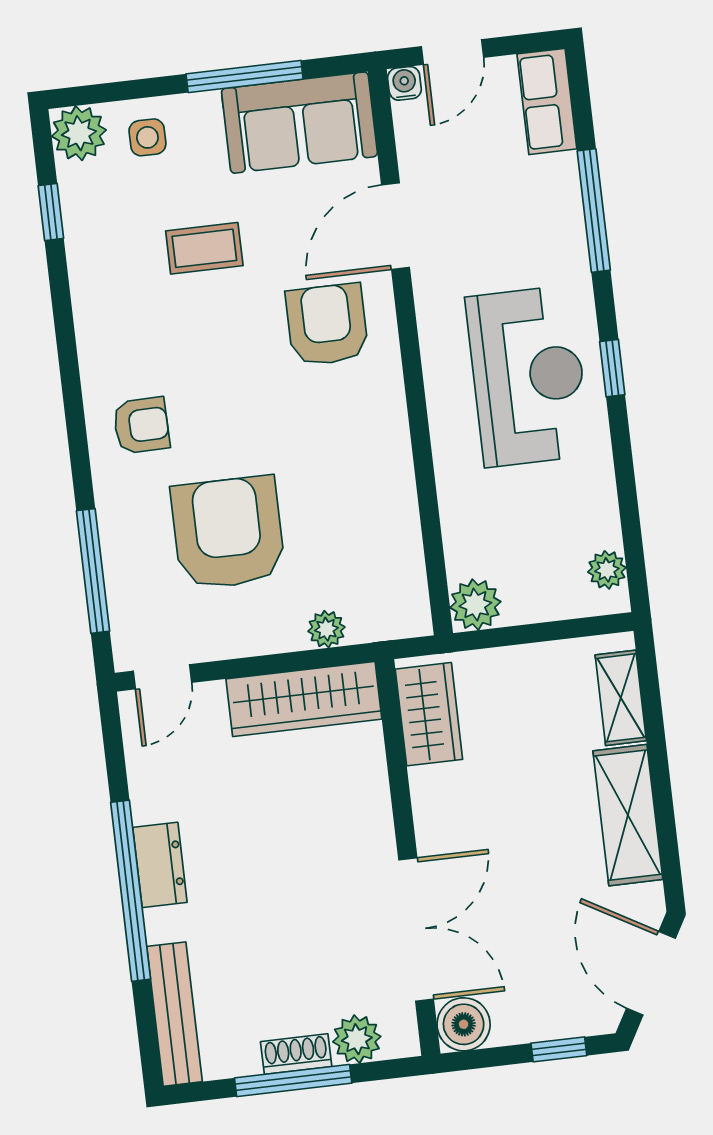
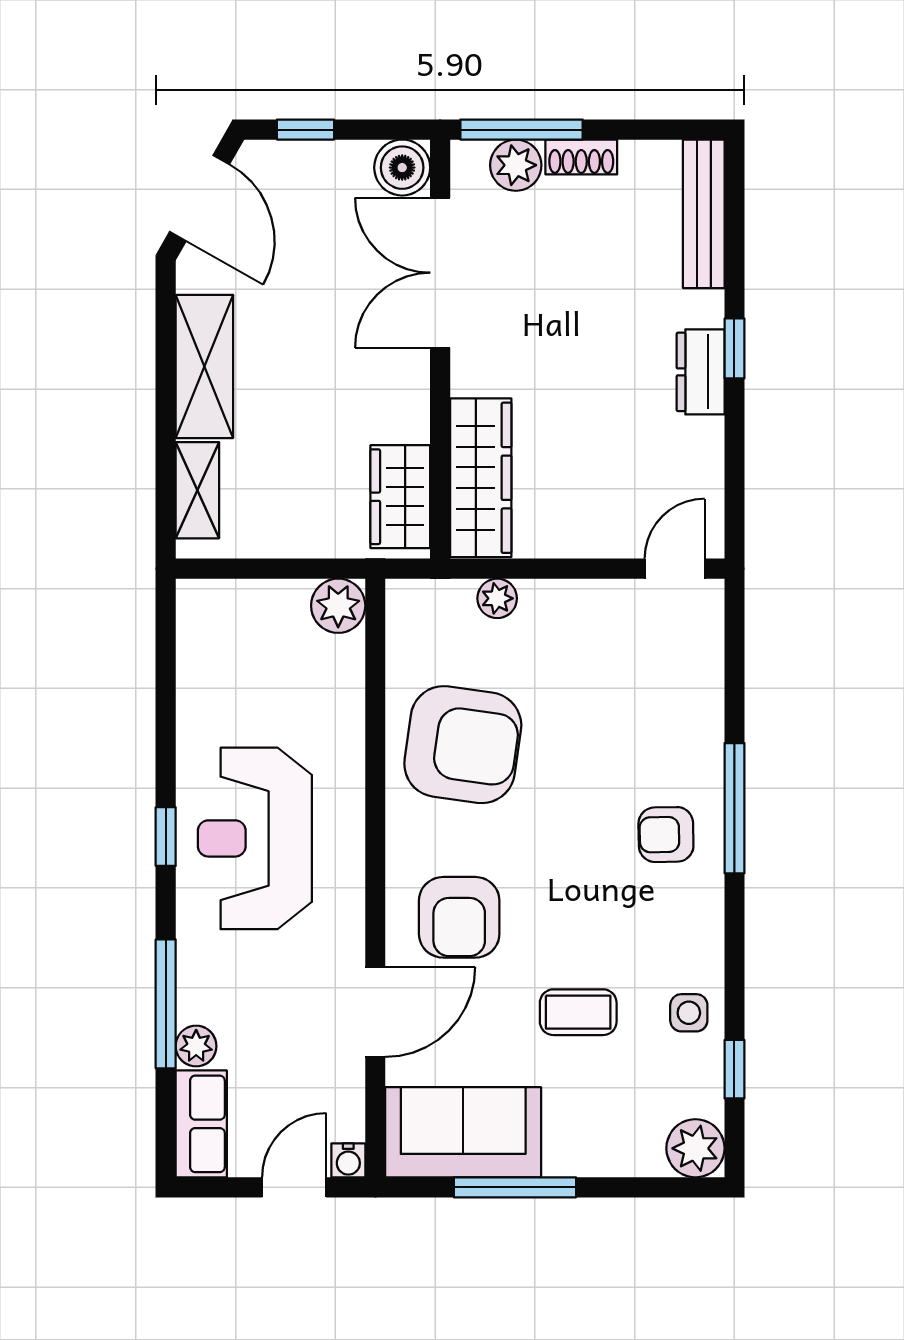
side table: (147, 137) -> (689, 1013), moved
armchair: (228, 533) -> (463, 745), moved, turned -82
plant: (607, 570) -> (196, 1046), moved
window: (93, 571) -> (734, 808), moved
wardrobe: (304, 699) -> (481, 478), moved, turned 90
window: (131, 891) -> (734, 348), width x0.32
window: (293, 1081) -> (522, 130), moved

